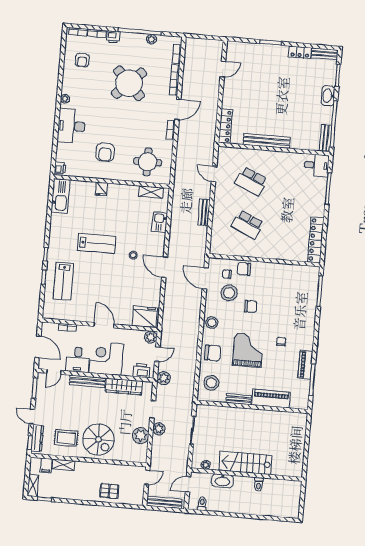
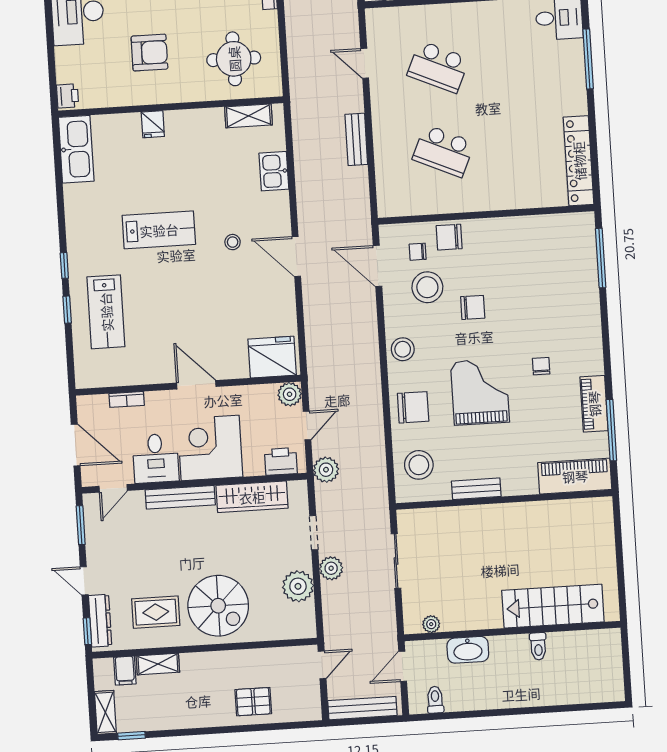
armchair: (105, 152) -> (149, 53), turned -90
piano: (271, 399) -> (575, 476), moved
stairs: (245, 463) -> (553, 606), moved

